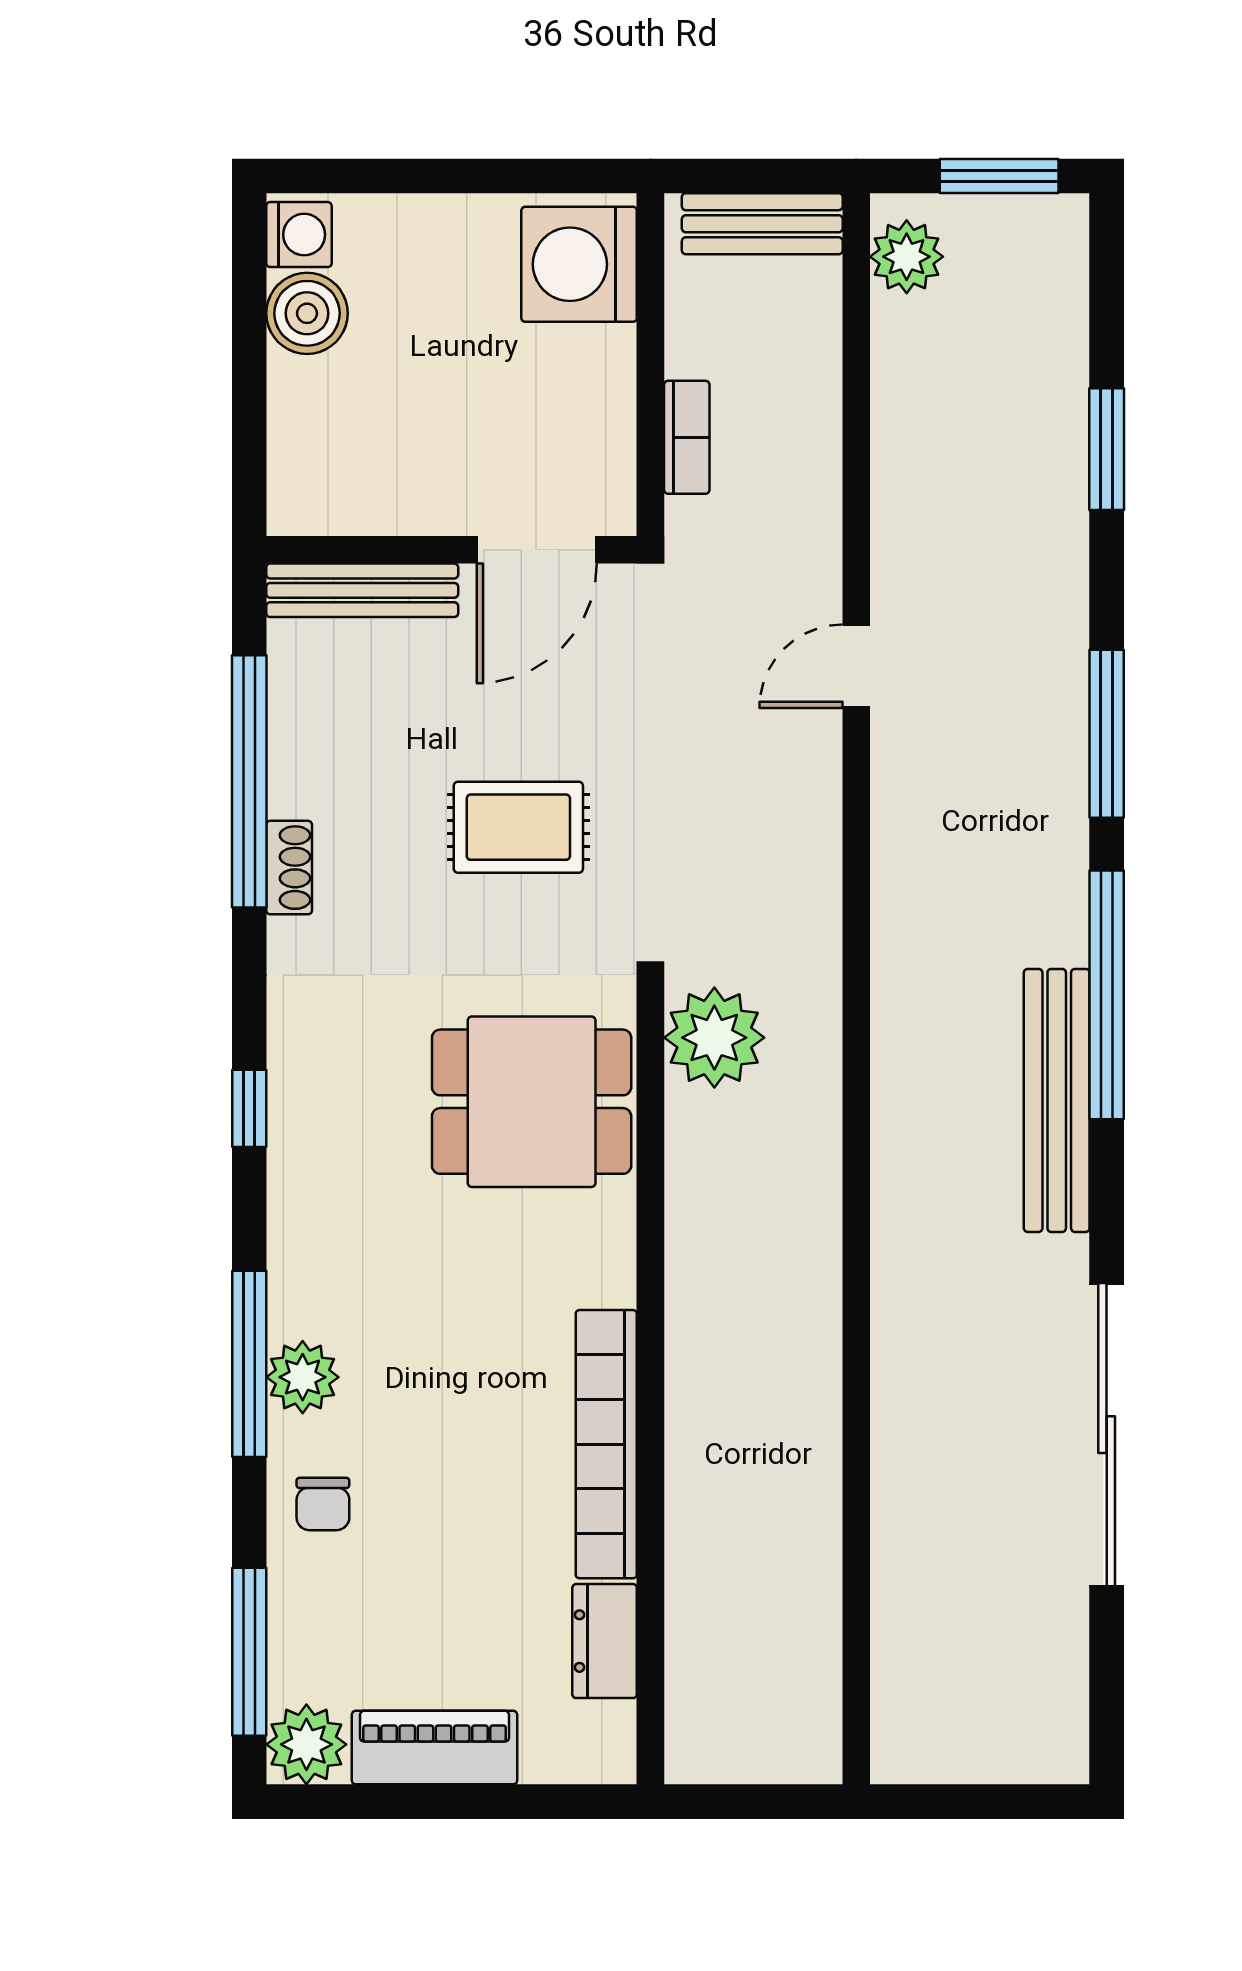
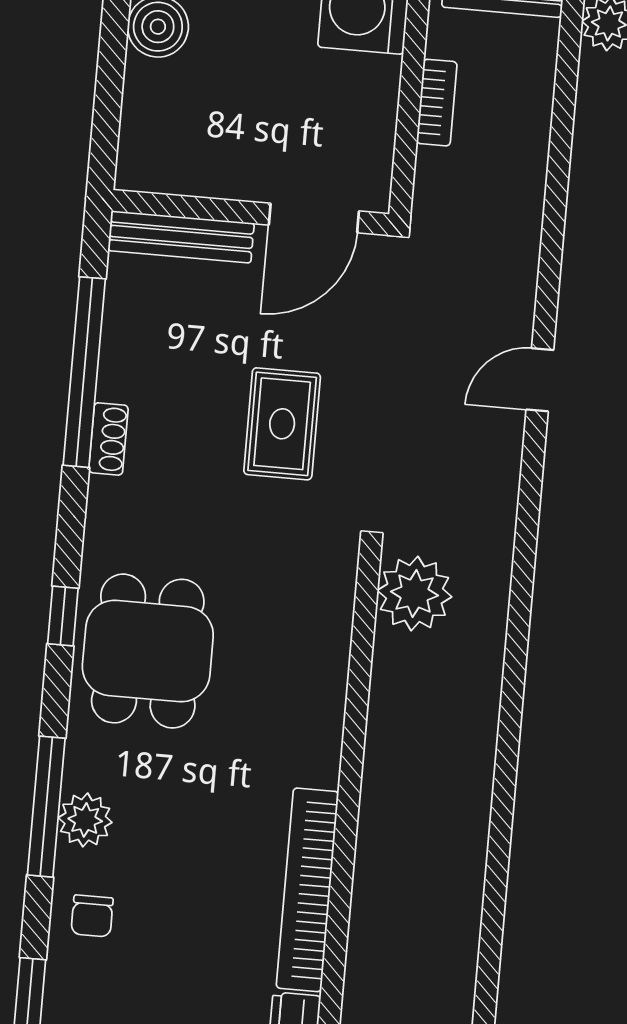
bookcase: (687, 437) -> (437, 103), moved
door: (856, 666) -> (540, 380), moved
rug: (518, 827) -> (282, 424), turned 90
dining table: (532, 1102) -> (148, 651), moved, turned 90

